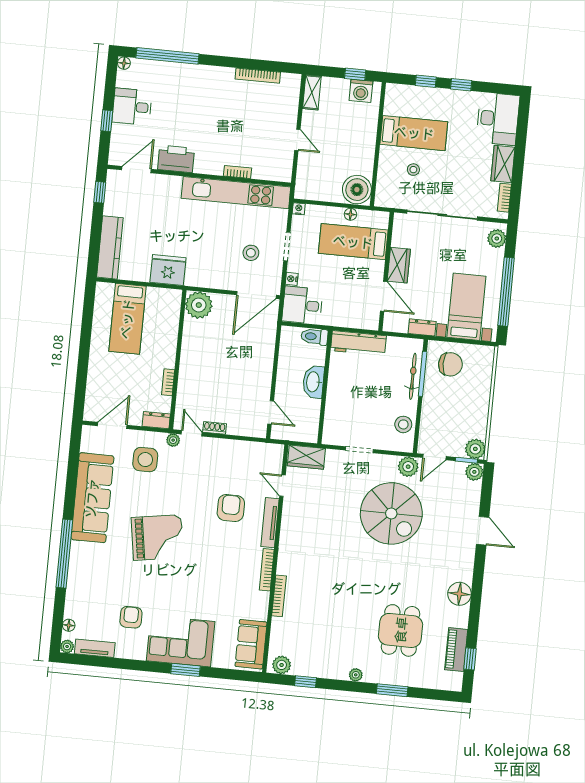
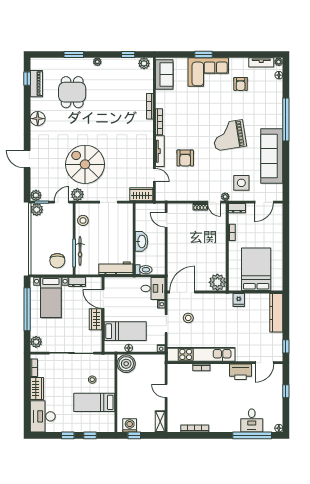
desk: (132, 107) -> (252, 420), moved, turned 90
fridge: (168, 270) -> (239, 300), width x0.53, depth x0.75
bed: (127, 319) -> (256, 269), width x1.50
chair: (450, 364) -> (57, 261), turned -90

